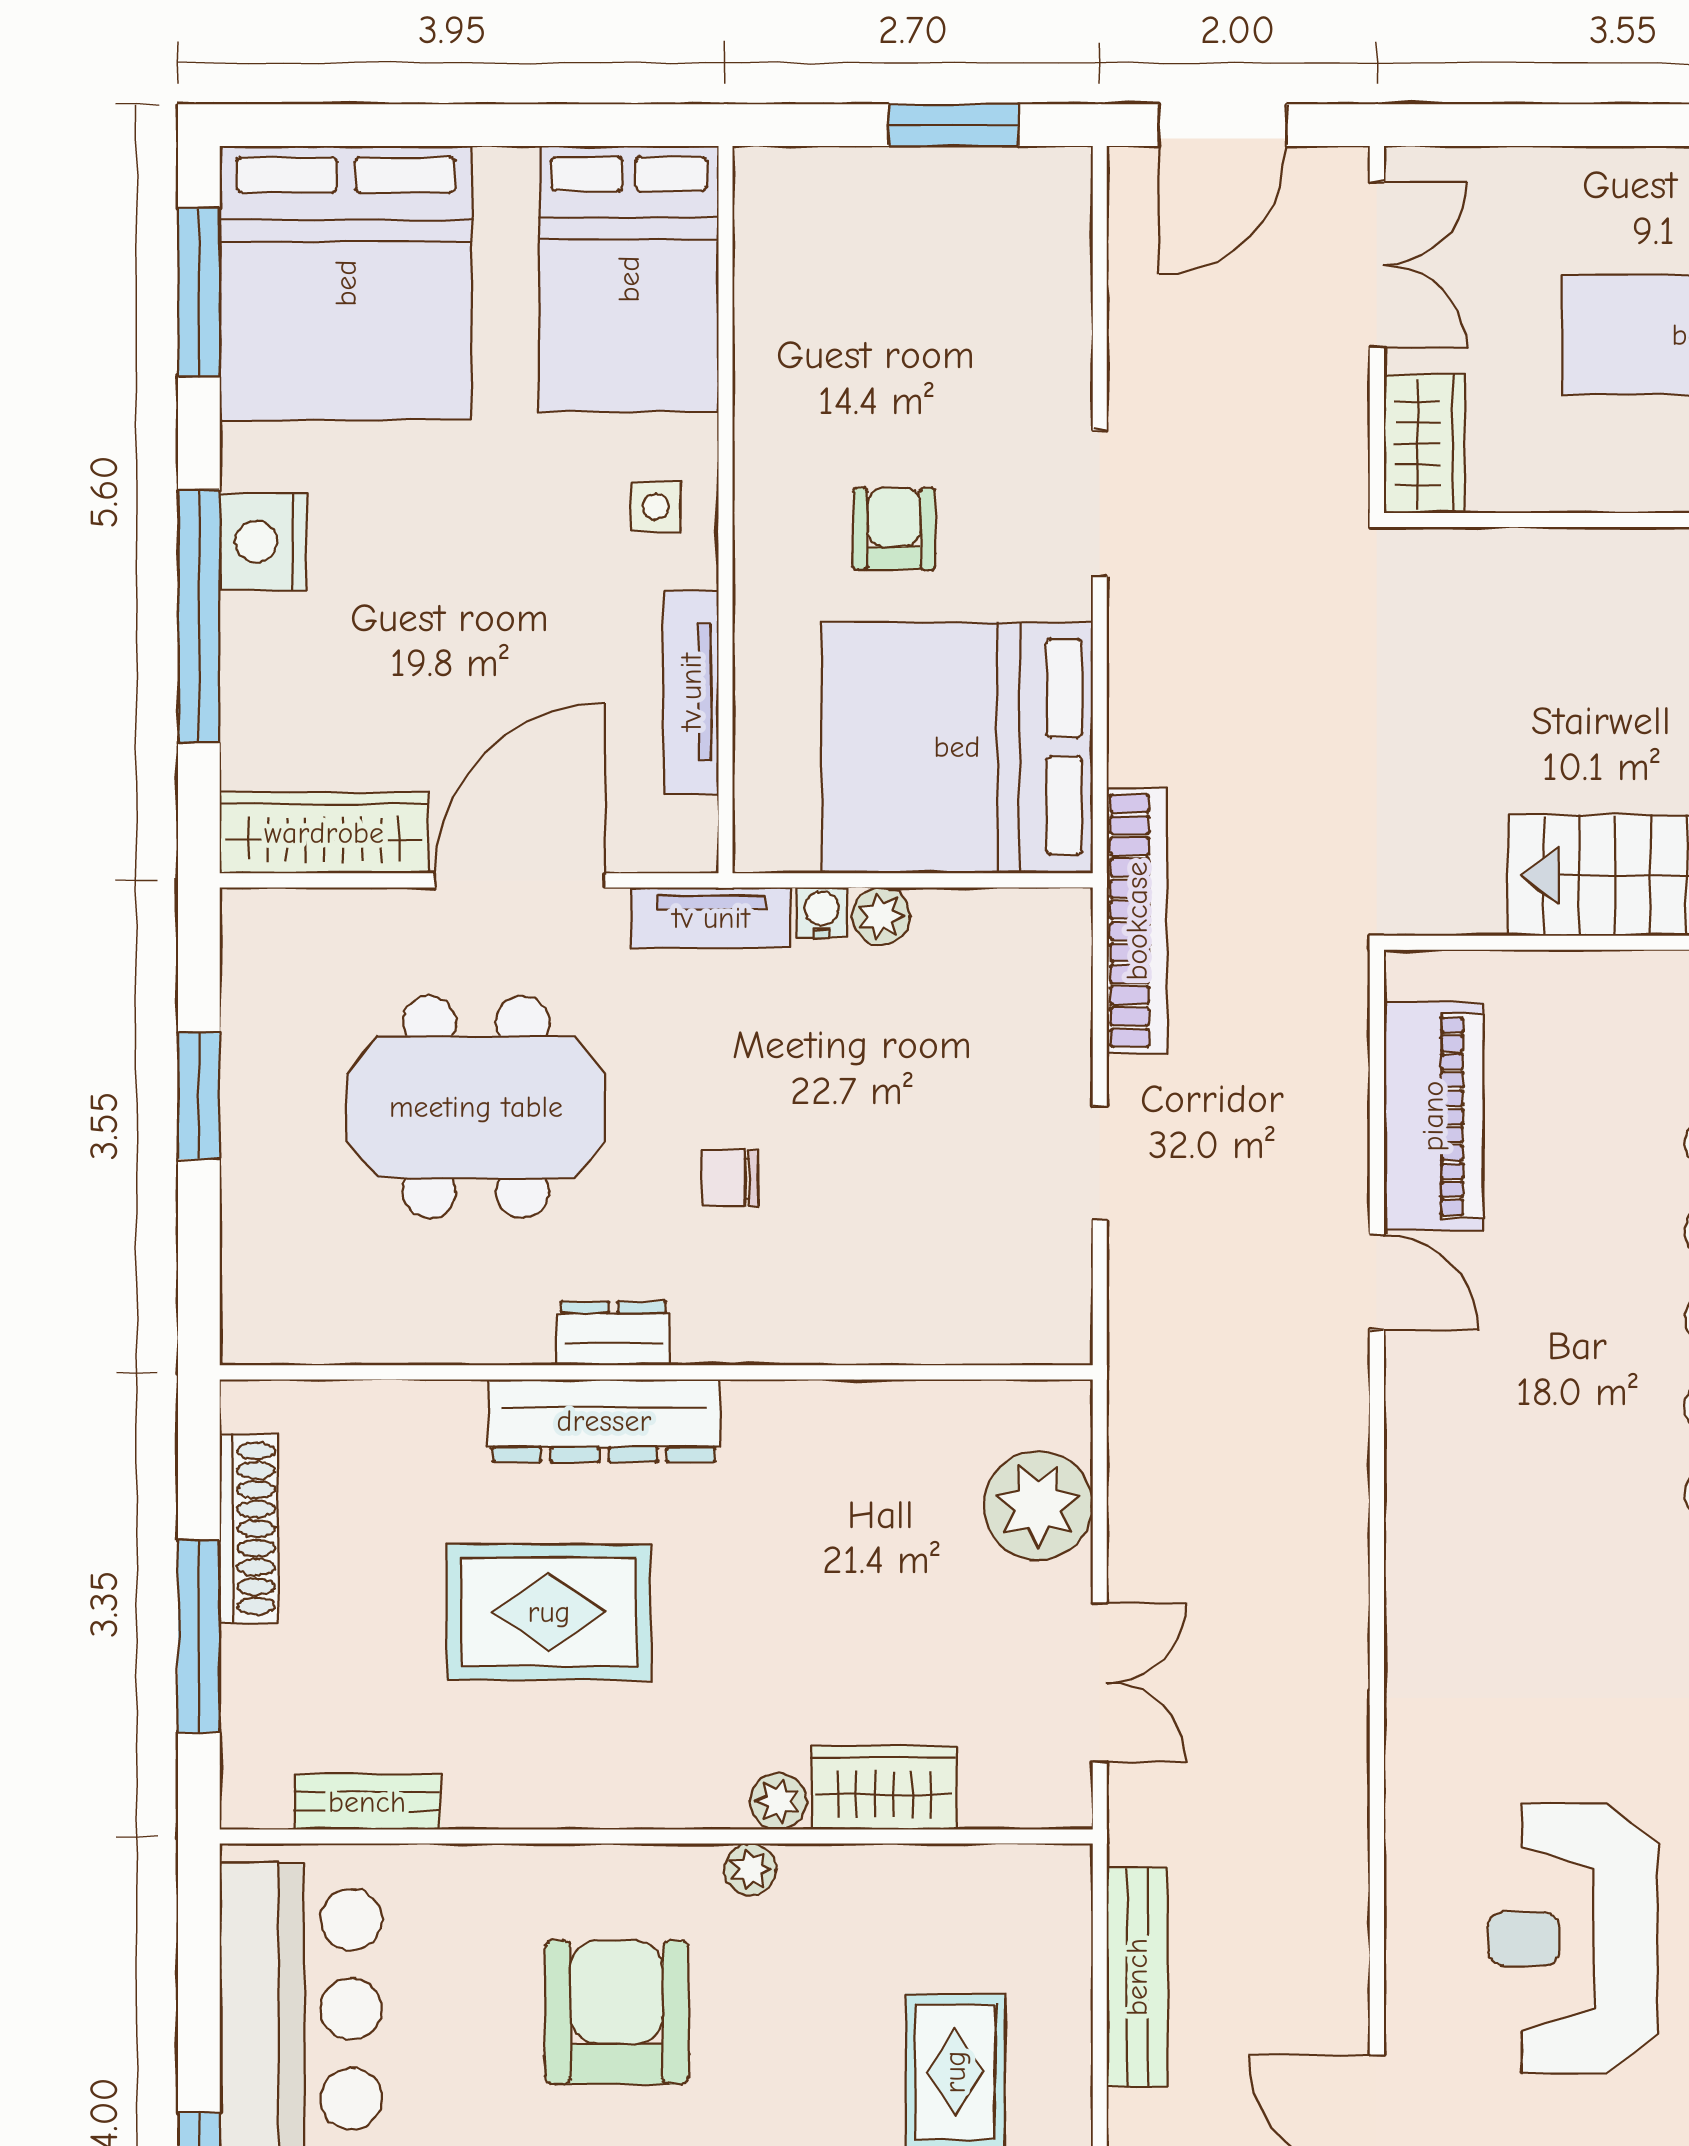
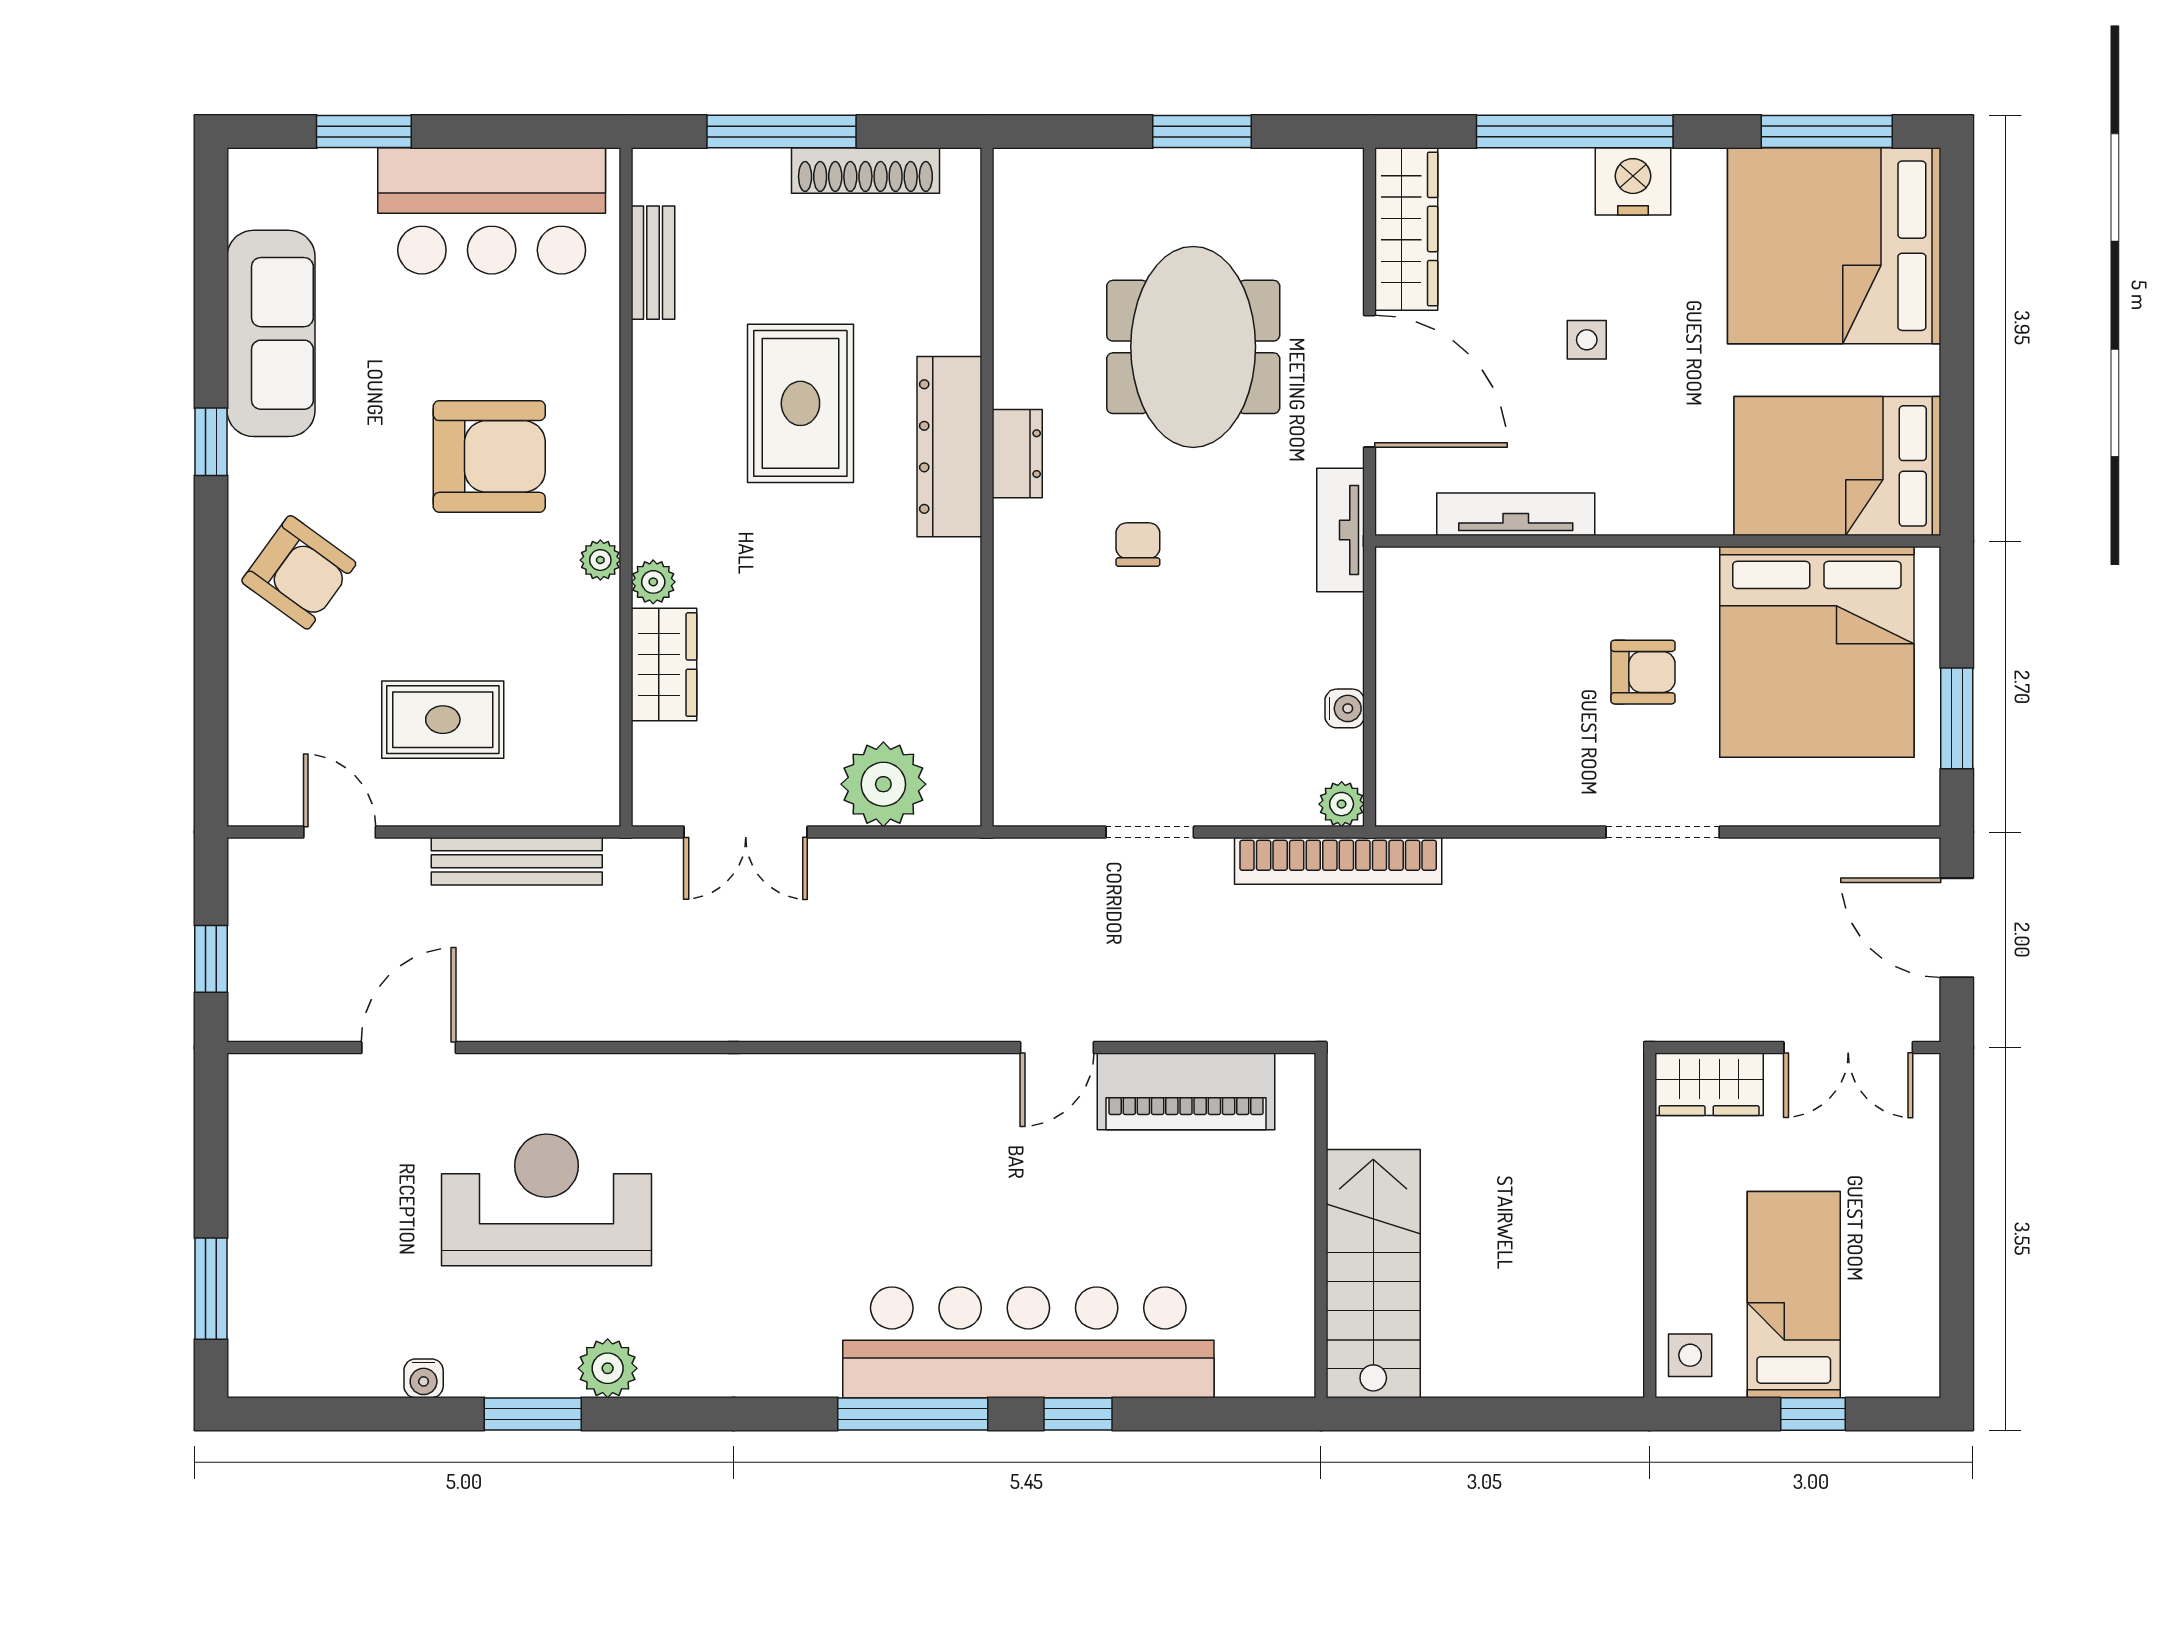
side table: (656, 506) -> (1587, 340), moved
bed: (957, 747) -> (1817, 652), moved, turned 180
water cooler: (822, 912) -> (1345, 708), moved
plant: (881, 916) -> (1342, 804), moved

